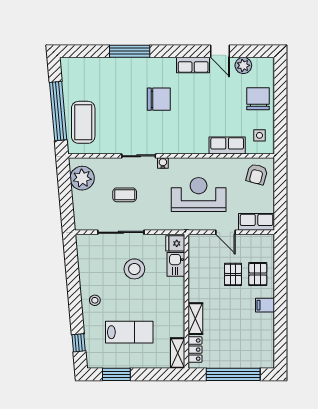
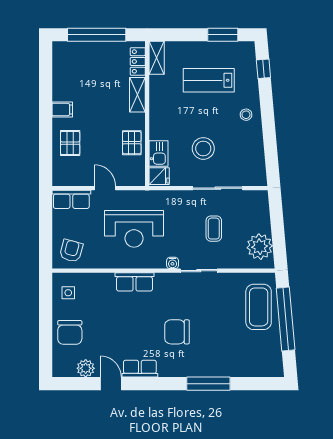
row of seats: (227, 145) -> (135, 282), moved
coffee table: (125, 195) -> (214, 229), turned 90
pallet: (233, 274) -> (132, 143), moved

